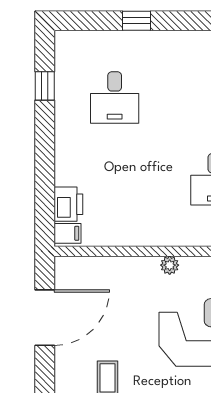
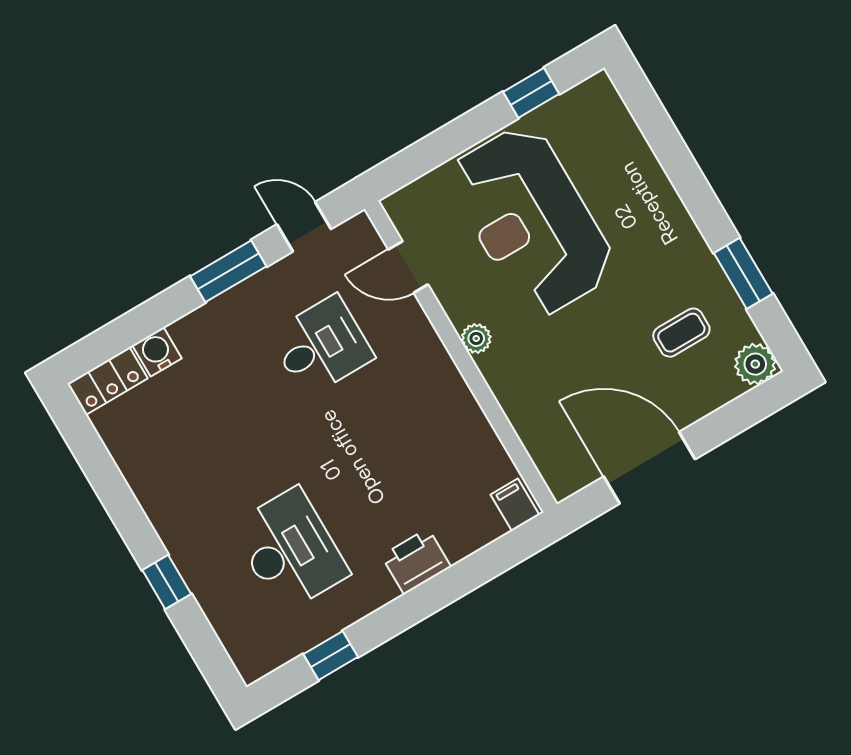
desk: (115, 97) -> (290, 550), width x1.37
printer: (68, 204) -> (416, 561), moved

